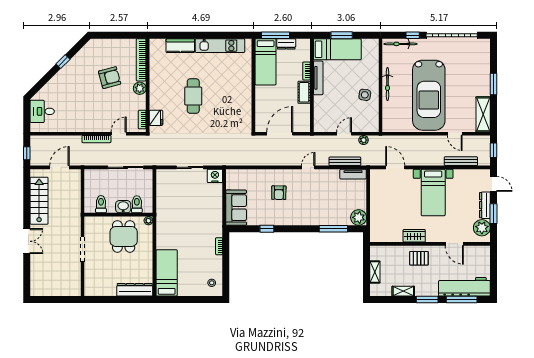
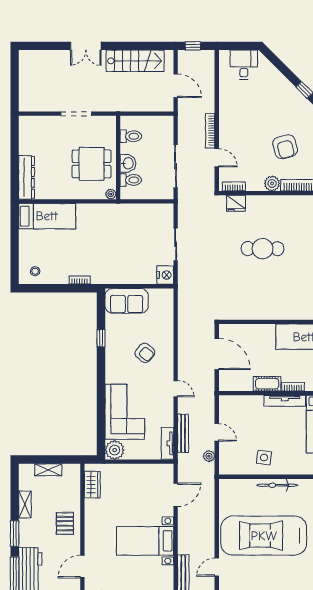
armchair: (279, 193) -> (145, 353), turned -141
corner sofa: (327, 209) -> (125, 412), added
window: (333, 229) -> (101, 419), removed
wardrobe: (414, 236) -> (92, 485), moved

